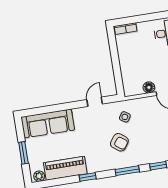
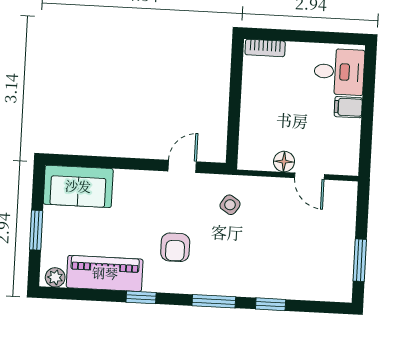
sofa: (48, 123) -> (78, 186), width x0.73
armchair: (119, 142) -> (175, 247), moved, turned 53

